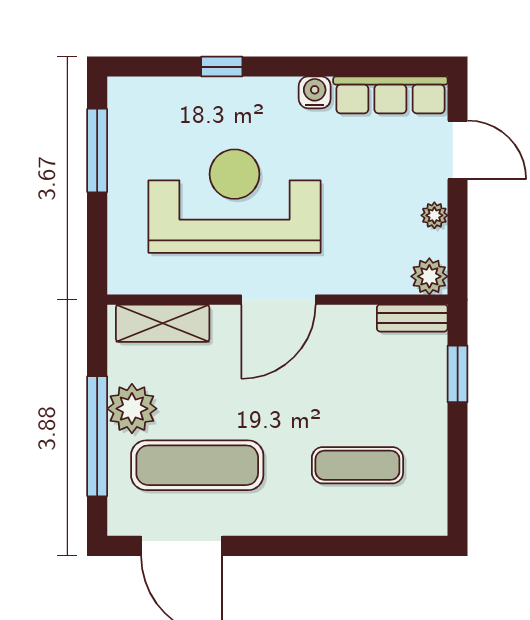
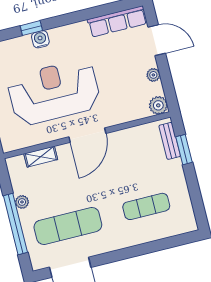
water cooler: (315, 92) -> (40, 39), moved
bench: (412, 318) -> (170, 141), moved, turned 90
shelving: (163, 323) -> (41, 157), width x0.67, depth x0.75
plant: (132, 409) -> (22, 202), width x0.53, depth x0.53

